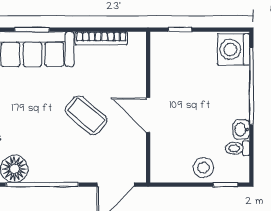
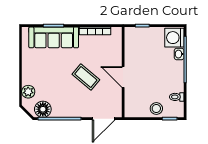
washbasin: (241, 129) -> (179, 54), moved

